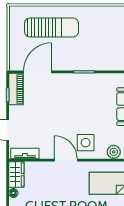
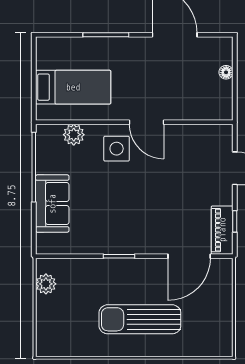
sun lounger: (51, 27) -> (140, 319), moved
tv unit: (25, 154) -> (208, 132), removed
wardrobe: (16, 175) -> (222, 100), removed

